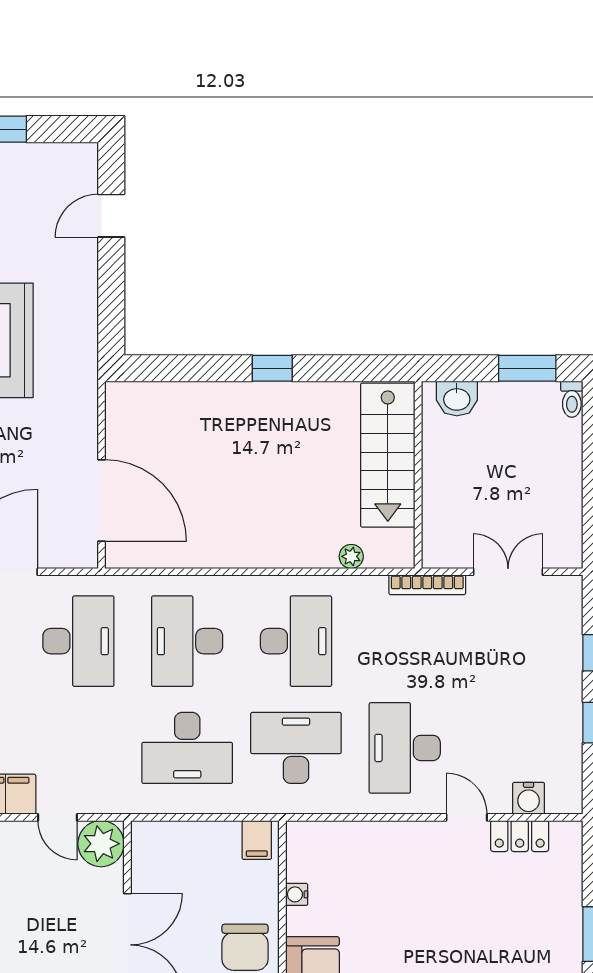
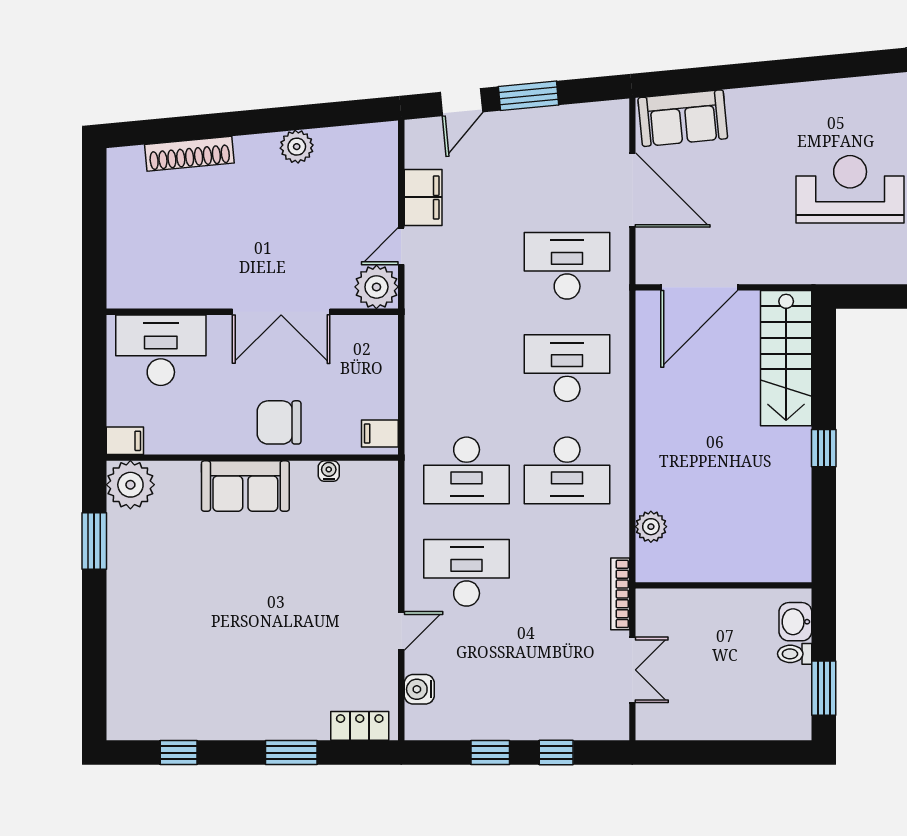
toilet: (572, 399) -> (795, 654), moved
stairs: (388, 455) -> (786, 358), moved, turned -90
plant: (351, 556) -> (651, 527), width x1.38, depth x1.38
desk: (78, 641) -> (567, 266), turned 180
desk: (187, 748) -> (467, 368), removed
desk: (296, 748) -> (467, 470), turned 90
locker: (520, 836) -> (360, 726), moved, turned 90

